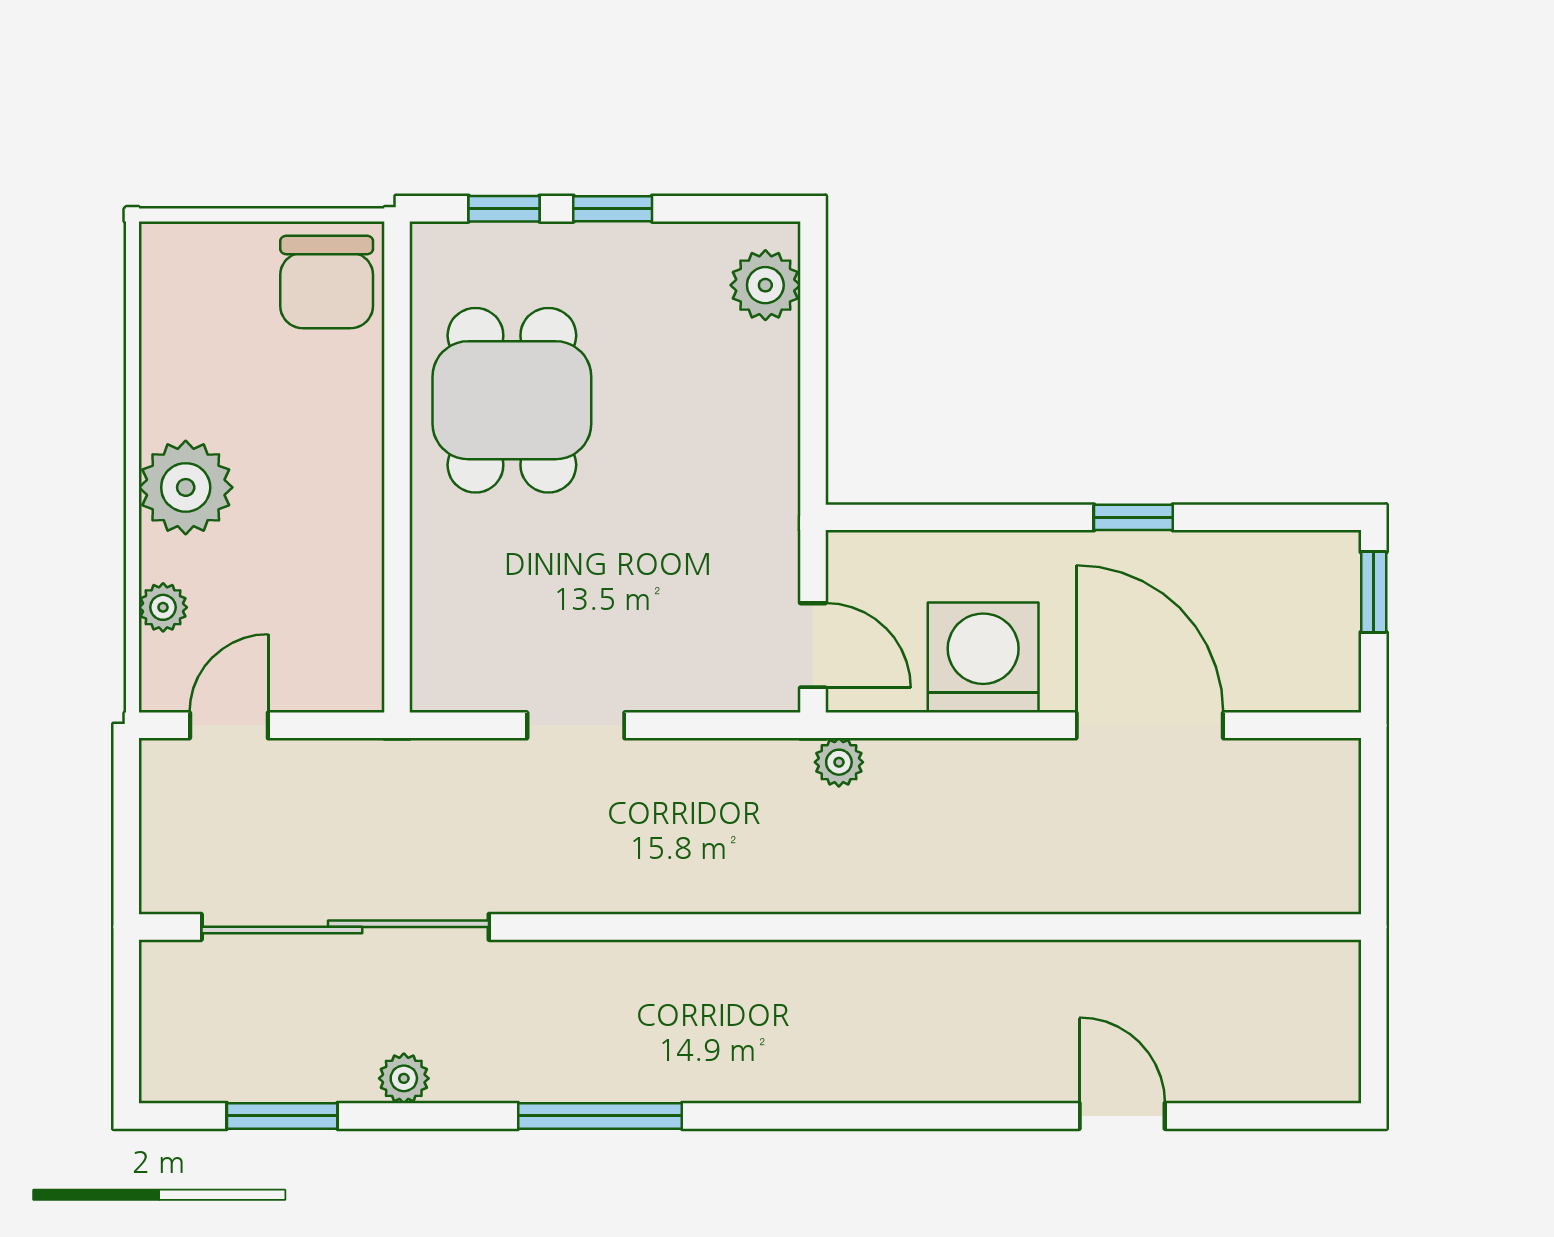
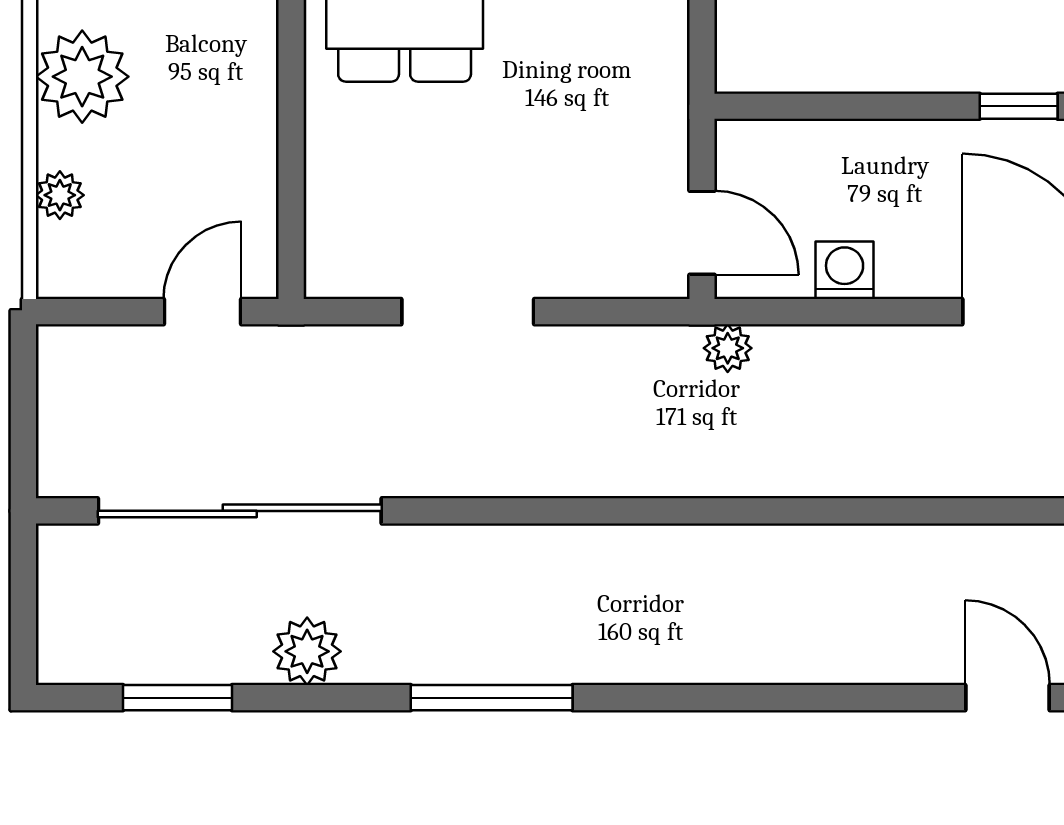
washing machine: (983, 658) -> (845, 270), width x0.53, depth x0.53
door: (229, 725) -> (202, 312), moved
doorway: (576, 725) -> (468, 312), width x1.38
plant: (404, 1078) -> (307, 651), width x1.38, depth x1.38

